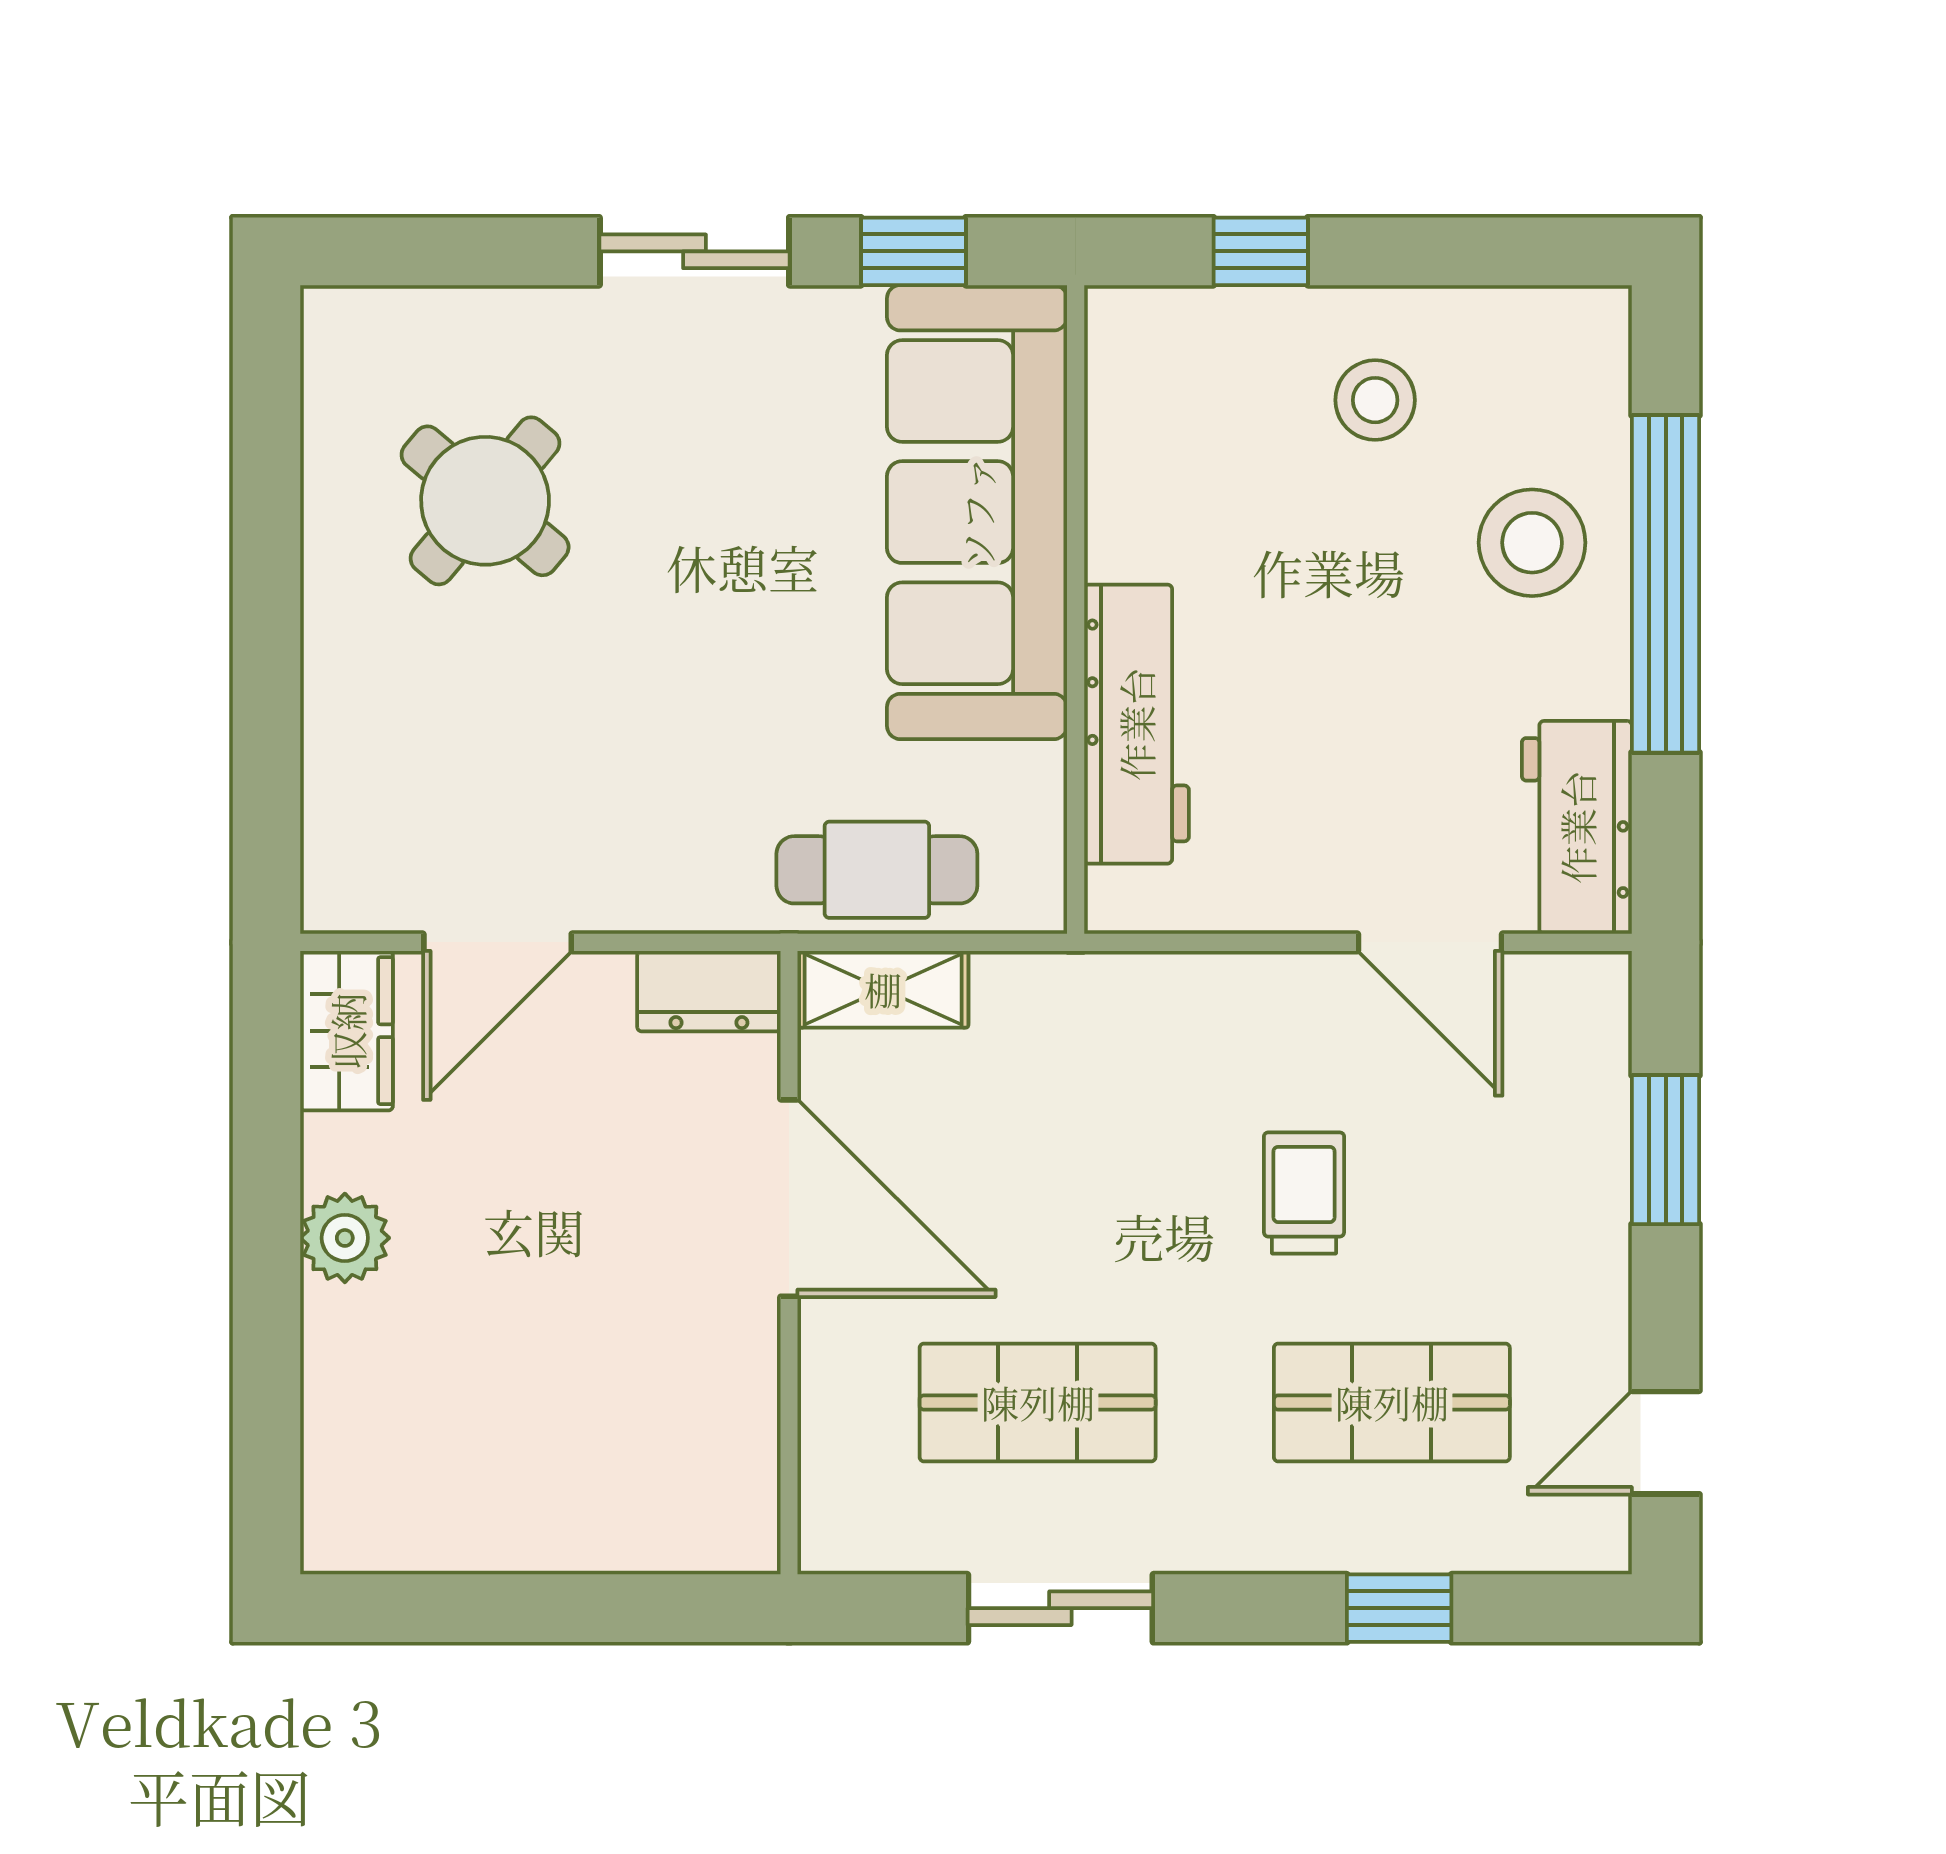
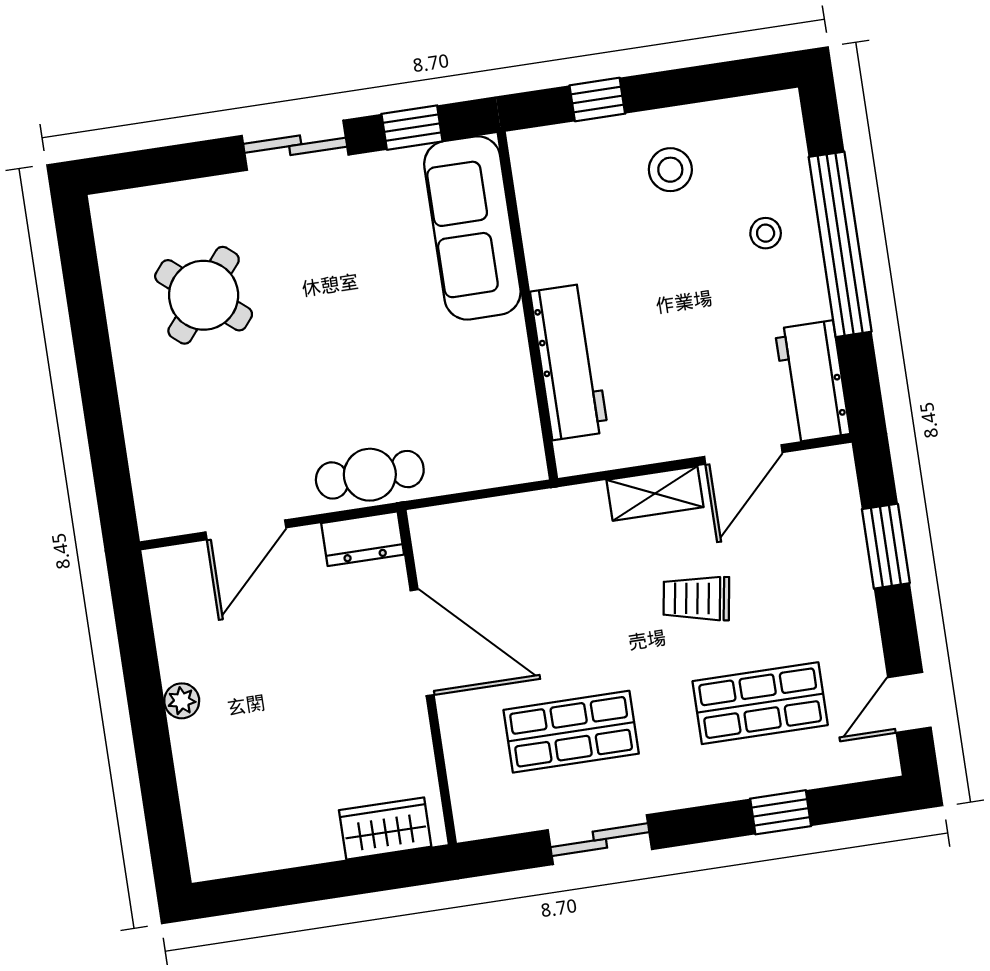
sofa: (977, 512) -> (472, 228), width x0.74, depth x0.79
stool: (1532, 543) -> (766, 233), width x0.53, depth x0.53
cafe table: (877, 870) -> (370, 475), moved
door: (1430, 942) -> (743, 455), hinge flipped
shelving: (883, 989) -> (655, 493), moved
wardrobe: (347, 1031) -> (385, 828), moved, turned -90
trolley: (1304, 1193) -> (696, 598), turned -81
plant: (345, 1238) -> (182, 701), width x0.73, depth x0.73

